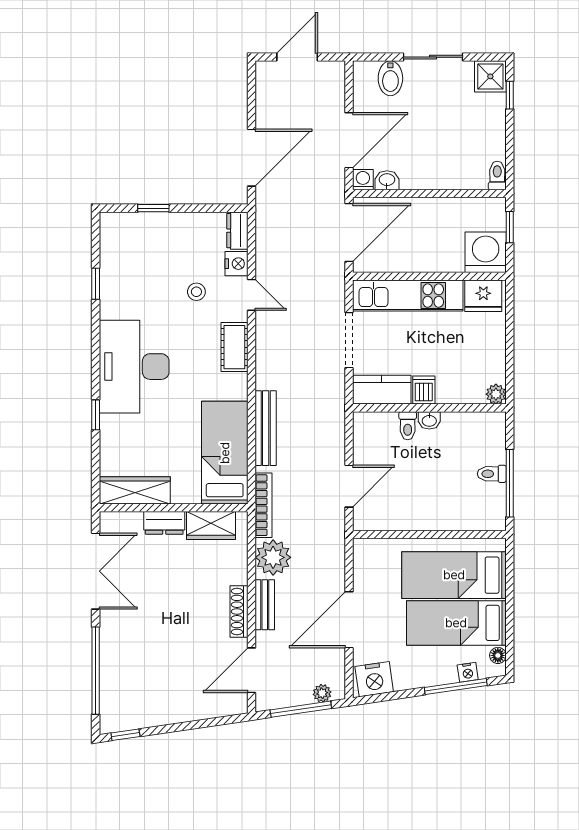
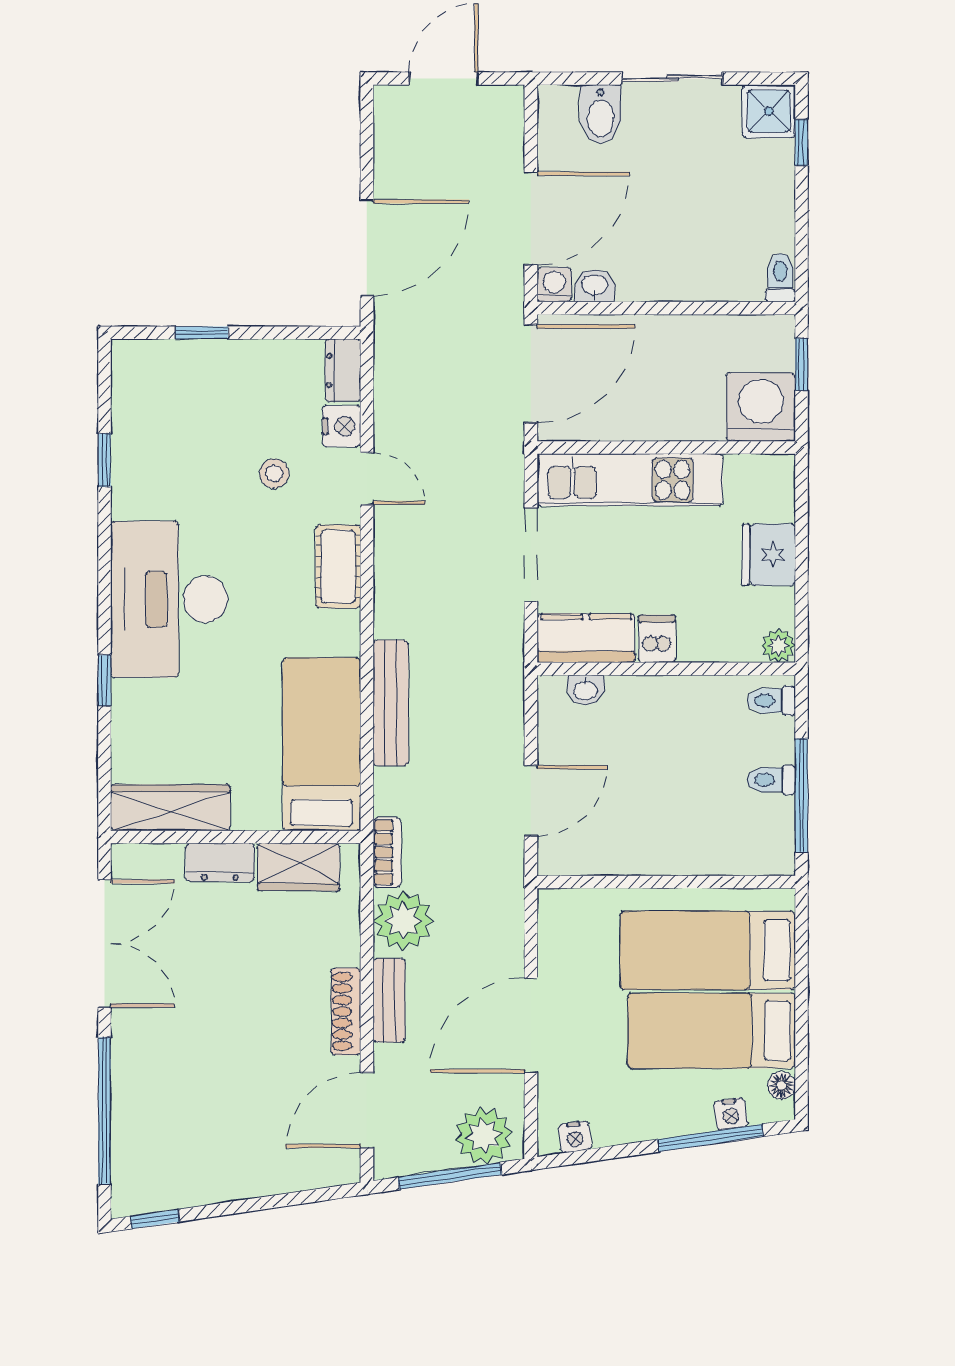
fridge: (483, 296) -> (769, 555), moved, turned 90
washbasin: (429, 420) -> (586, 690), moved
toilet: (408, 426) -> (771, 701), moved, turned 90
bookcase: (263, 505) -> (387, 852), width x0.64
nightstand: (374, 679) -> (575, 1137), width x0.53, depth x0.56
plant: (322, 693) -> (484, 1136), width x1.87, depth x1.87

